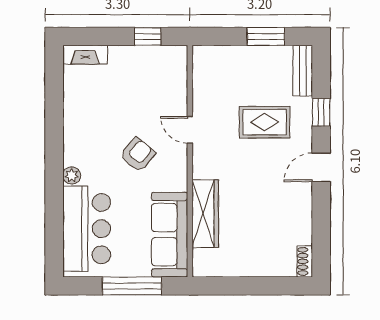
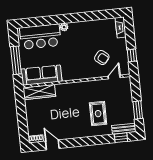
window: (321, 112) -> (121, 138), moved
door: (190, 130) -> (114, 77), moved
armchair: (138, 155) -> (102, 58), moved
door: (321, 167) -> (52, 145), moved
wardrobe: (205, 214) -> (39, 92), moved

